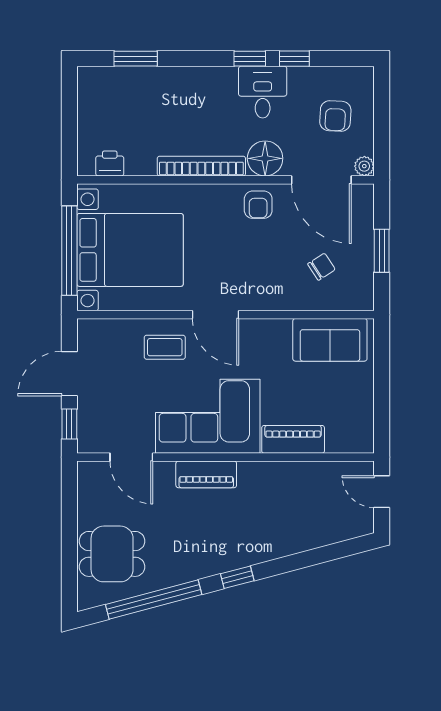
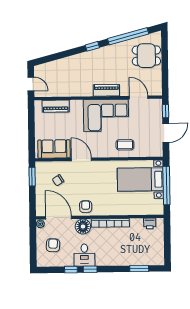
bed with nightstands: (130, 250) -> (140, 179), width x0.73
window: (382, 251) -> (32, 177), moved
door: (216, 315) -> (81, 159), moved
piano: (293, 439) -> (56, 106), moved

